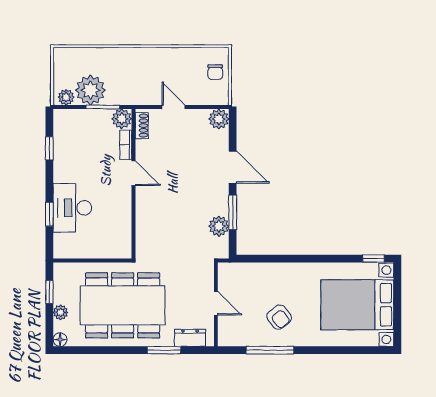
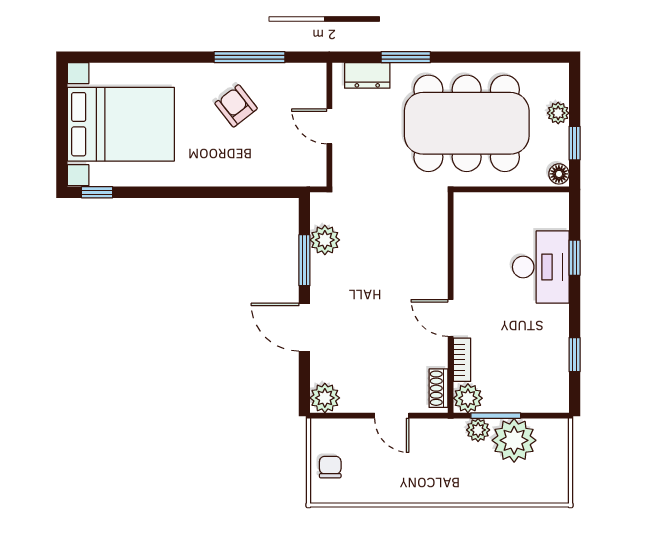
plant: (66, 97) -> (478, 430), moved
floor lamp: (60, 340) -> (559, 174), moved

